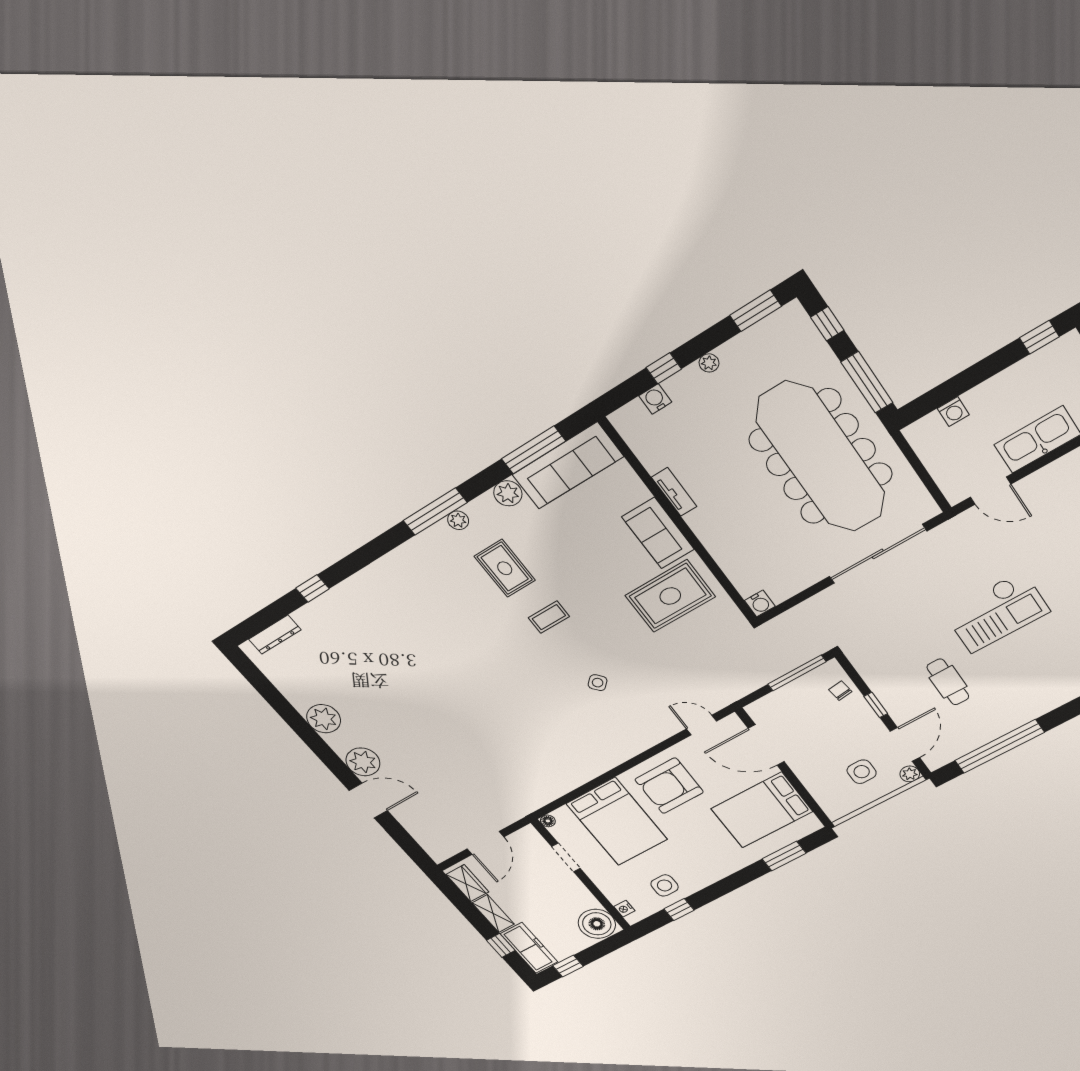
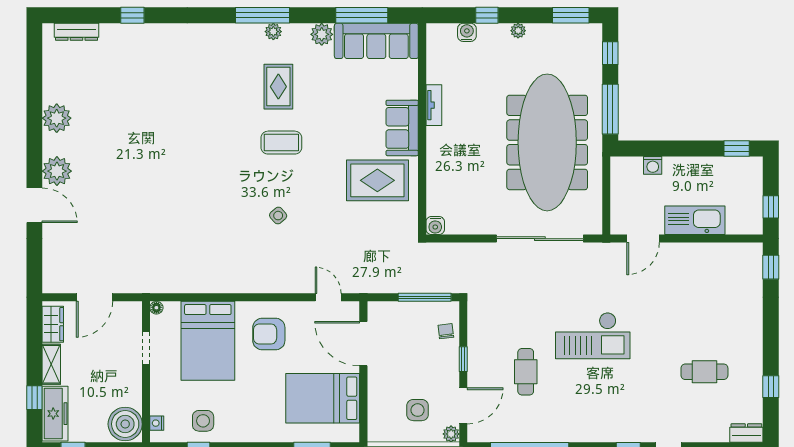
door: (991, 491) -> (643, 239), hinge flipped
coffee table: (549, 617) -> (281, 143), width x1.36, depth x1.30
armchair: (669, 786) -> (269, 334), width x0.73, depth x0.73

